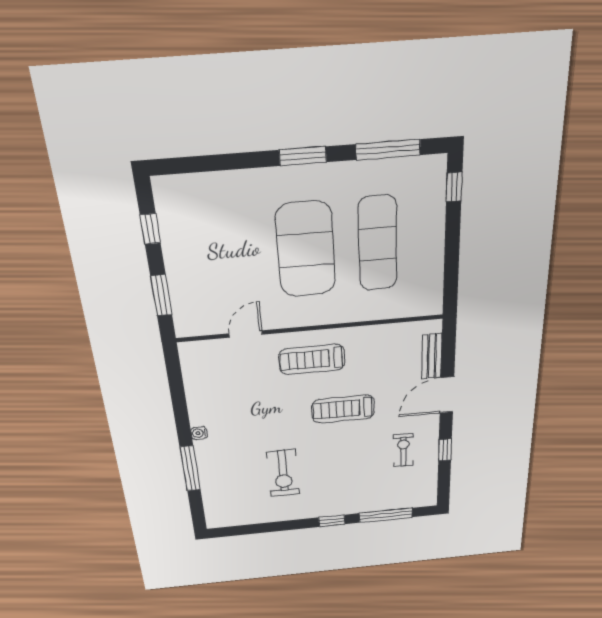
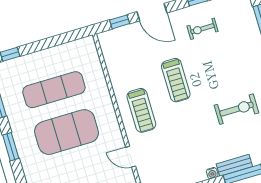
window: (448, 353) -> (120, 22), added
bench: (432, 356) -> (234, 165), moved

